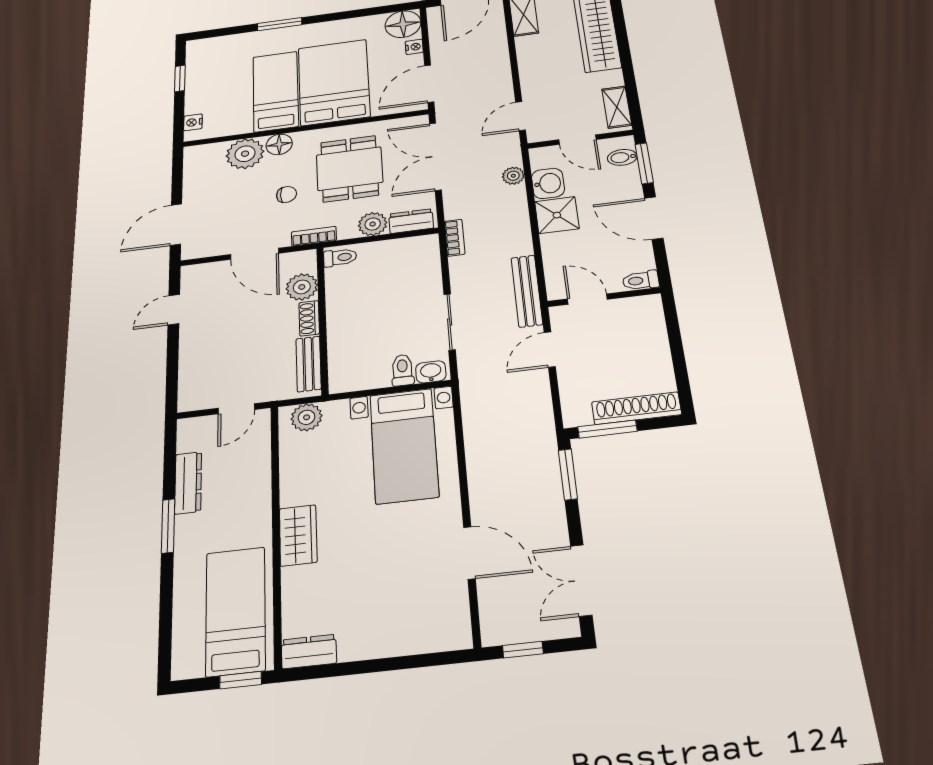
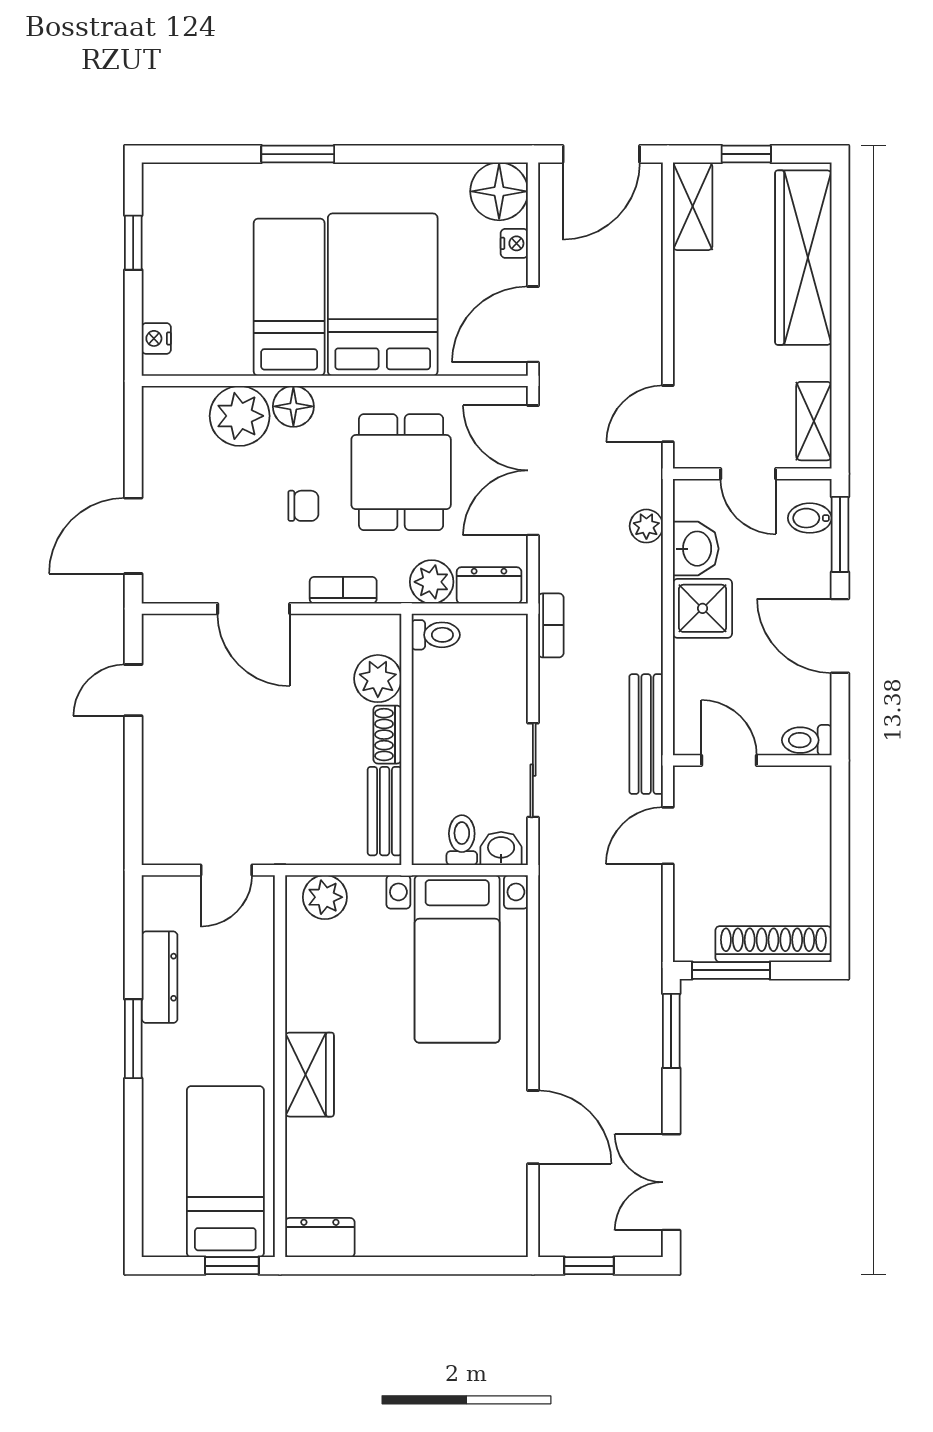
toilet: (340, 257) -> (436, 635), moved
plant: (302, 287) -> (378, 679), moved
shoe rack: (309, 318) -> (387, 735), moved
wall: (322, 319) -> (406, 739), moved
bench: (309, 364) -> (385, 811), moved

